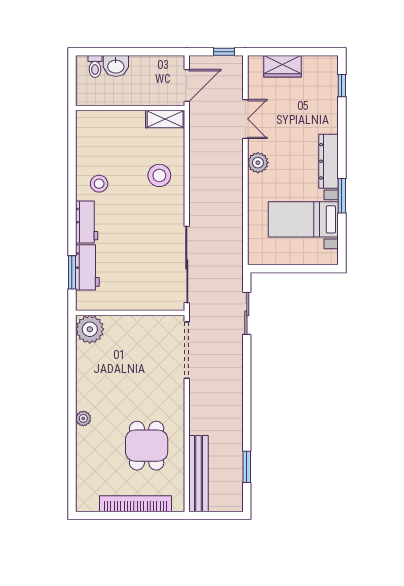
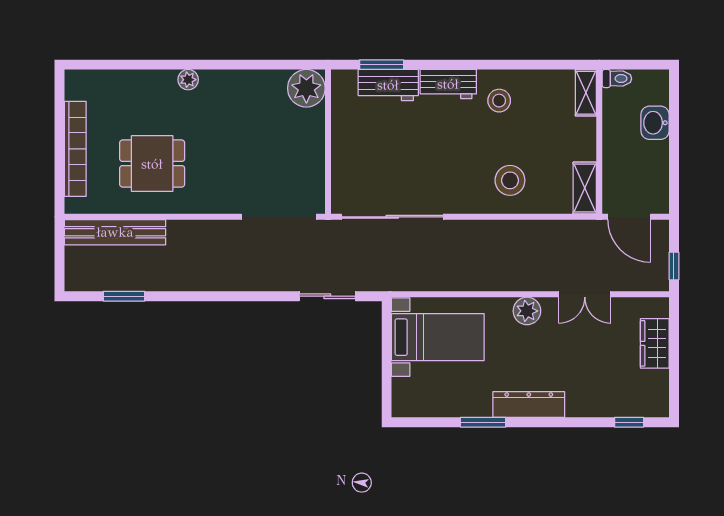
toilet: (95, 66) -> (617, 79), moved, turned 180
shelving: (93, 118) -> (586, 93), added
bed with nightstands: (303, 219) -> (438, 337), moved, turned 90

